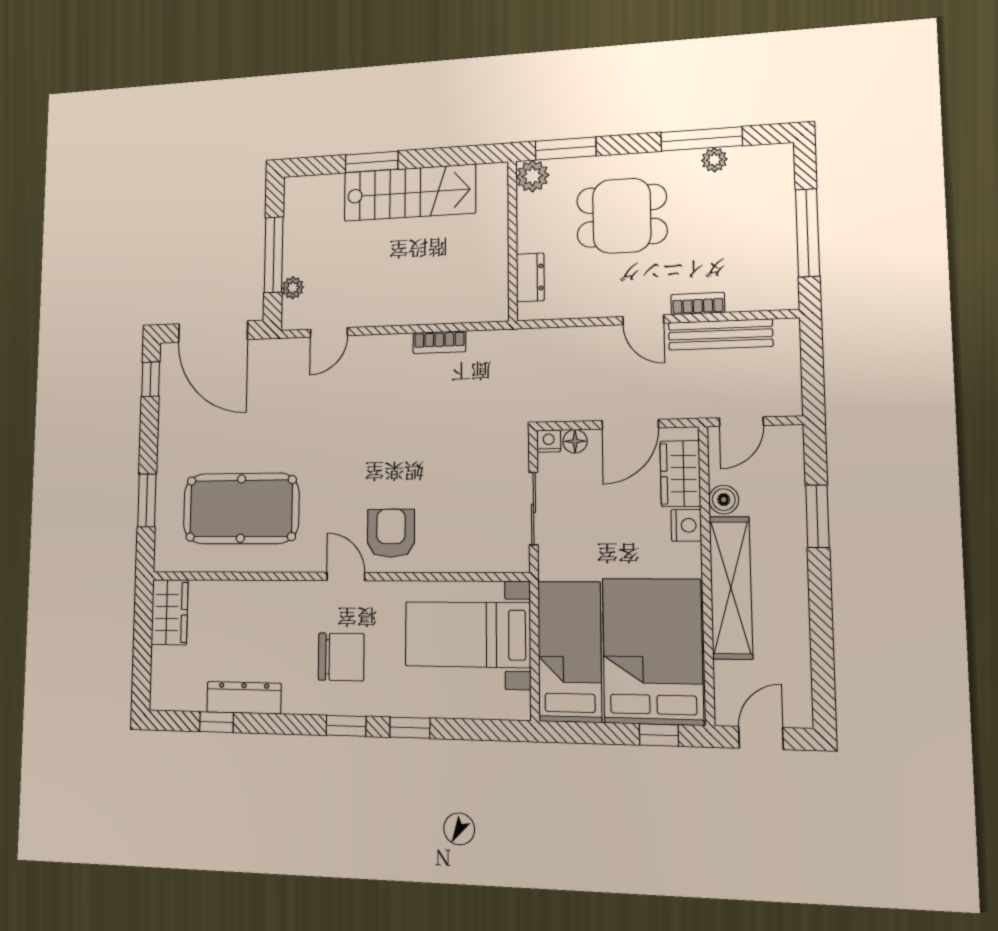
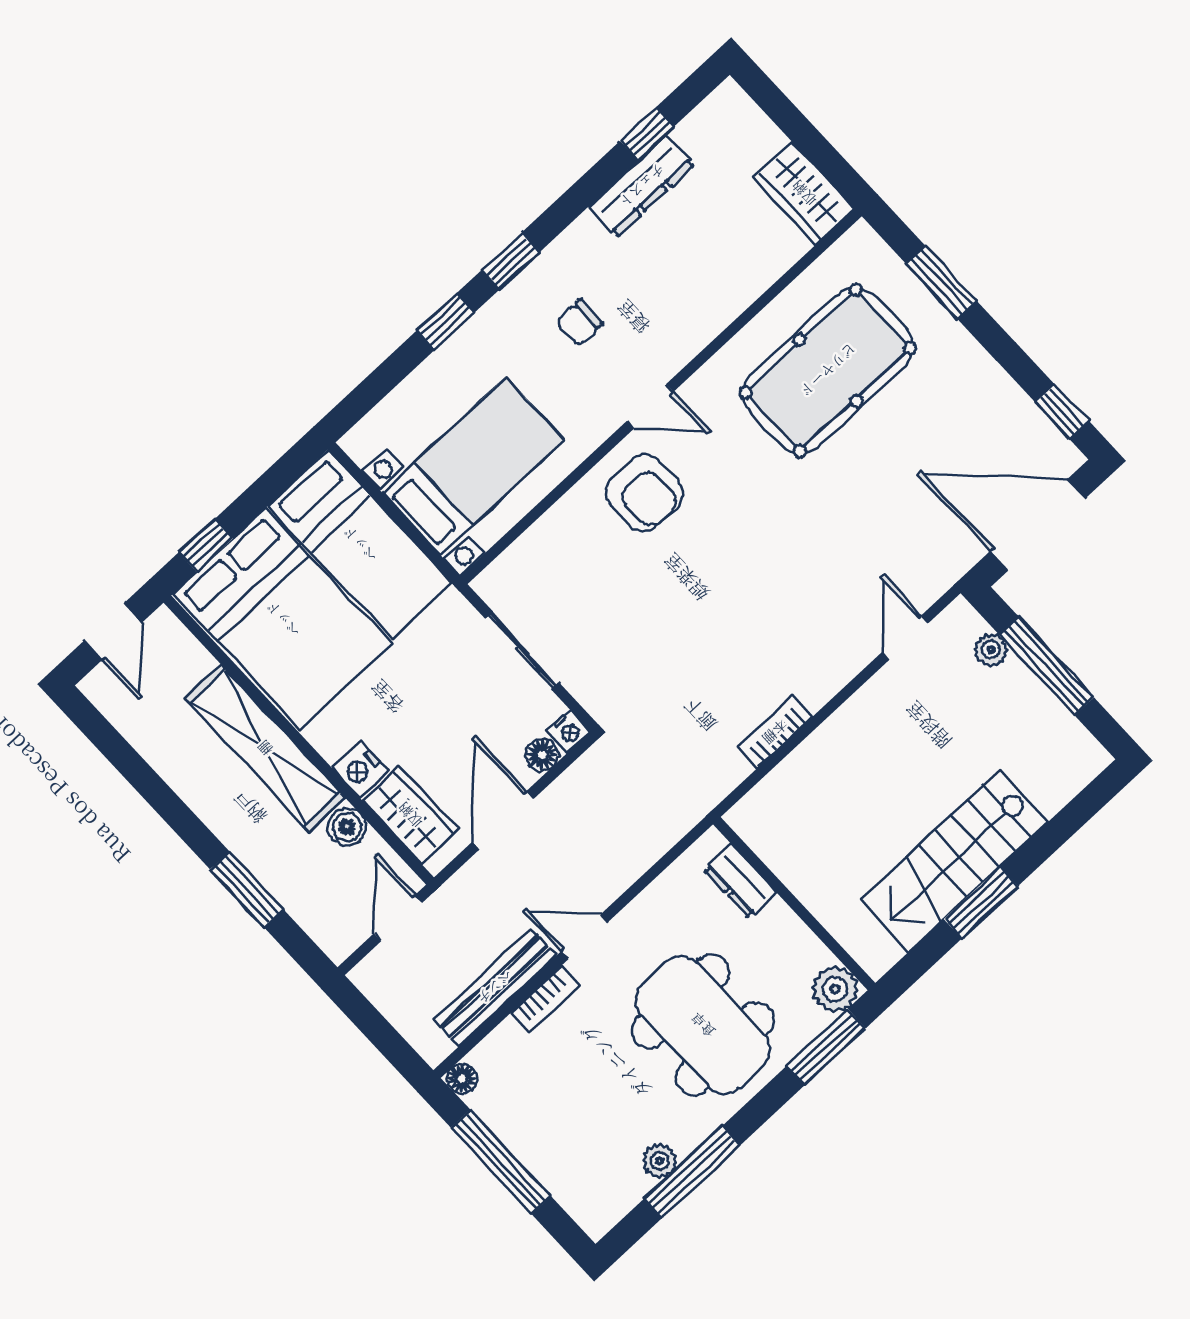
window: (372, 162) -> (981, 903), moved
dining table: (622, 216) -> (703, 1025), width x1.38
floor lamp: (787, 299) -> (462, 1079), added
chair: (341, 657) -> (580, 323), width x0.54, depth x0.54

